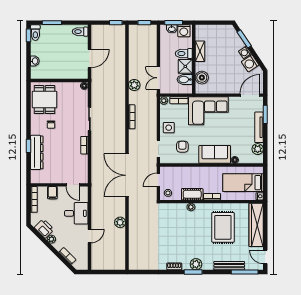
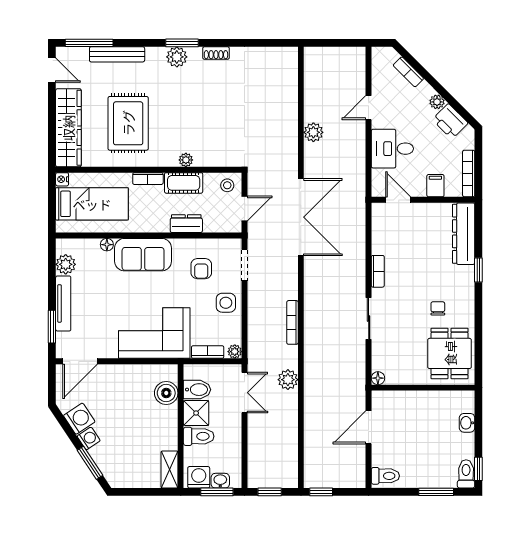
shelving: (200, 51) -> (169, 469), moved
dresser: (37, 152) -> (464, 234), moved
dresser: (191, 172) -> (186, 224), added

